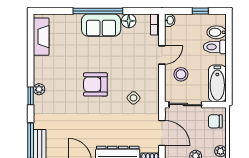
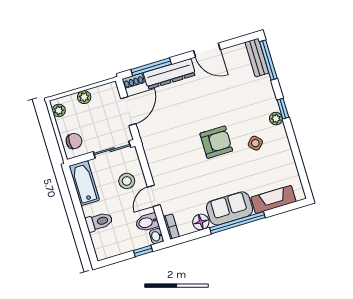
window: (200, 11) -> (143, 251), moved
bidet: (217, 32) -> (147, 222), moved, turned 180
fireplace: (41, 37) -> (273, 199), moved, turned 90
side table: (133, 98) -> (255, 143), moved
door: (162, 133) -> (128, 111), swing flipped

